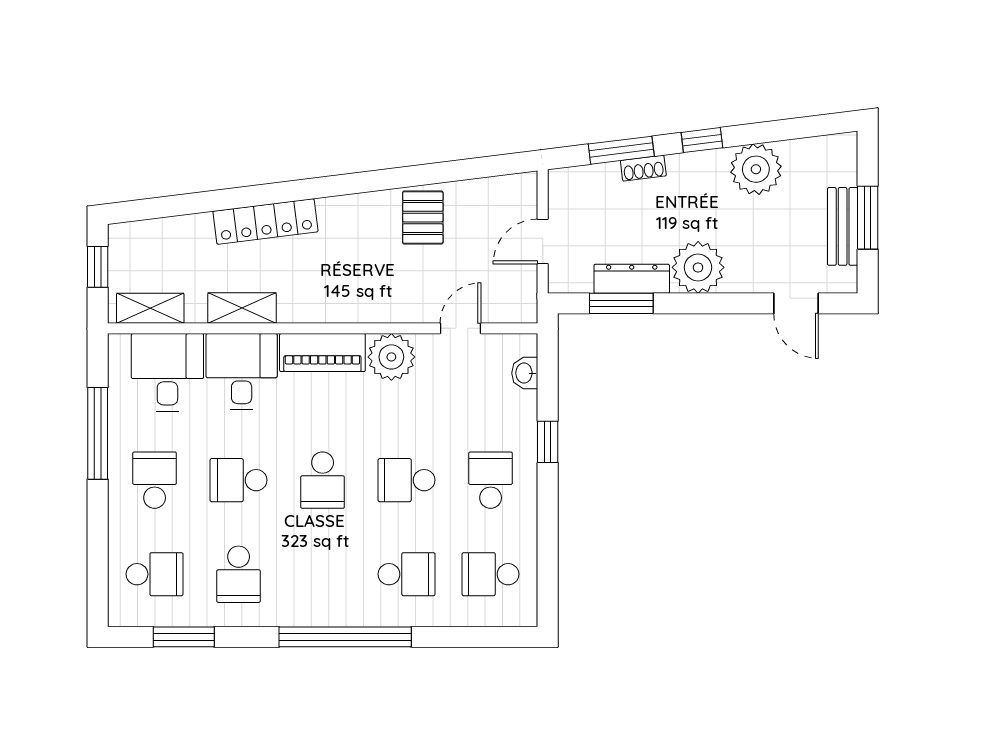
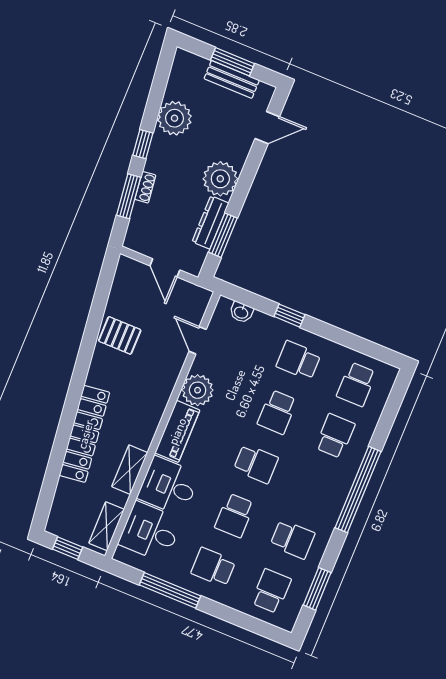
locker: (265, 221) -> (85, 434), width x1.41, depth x1.21

